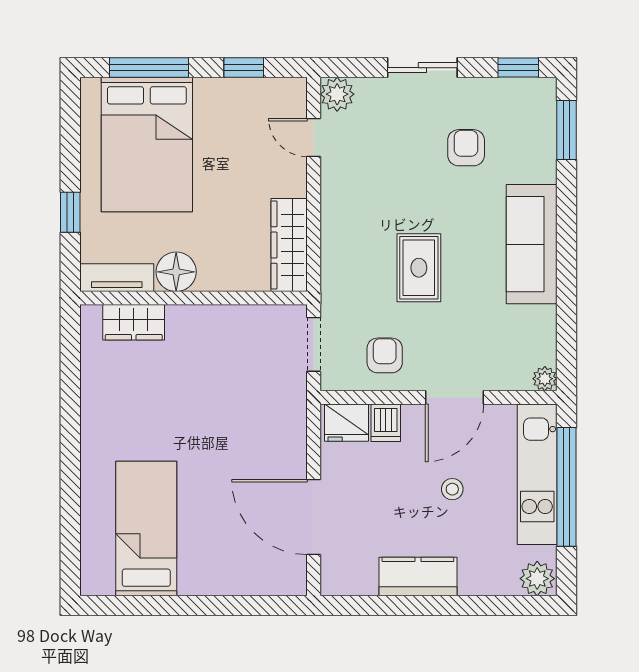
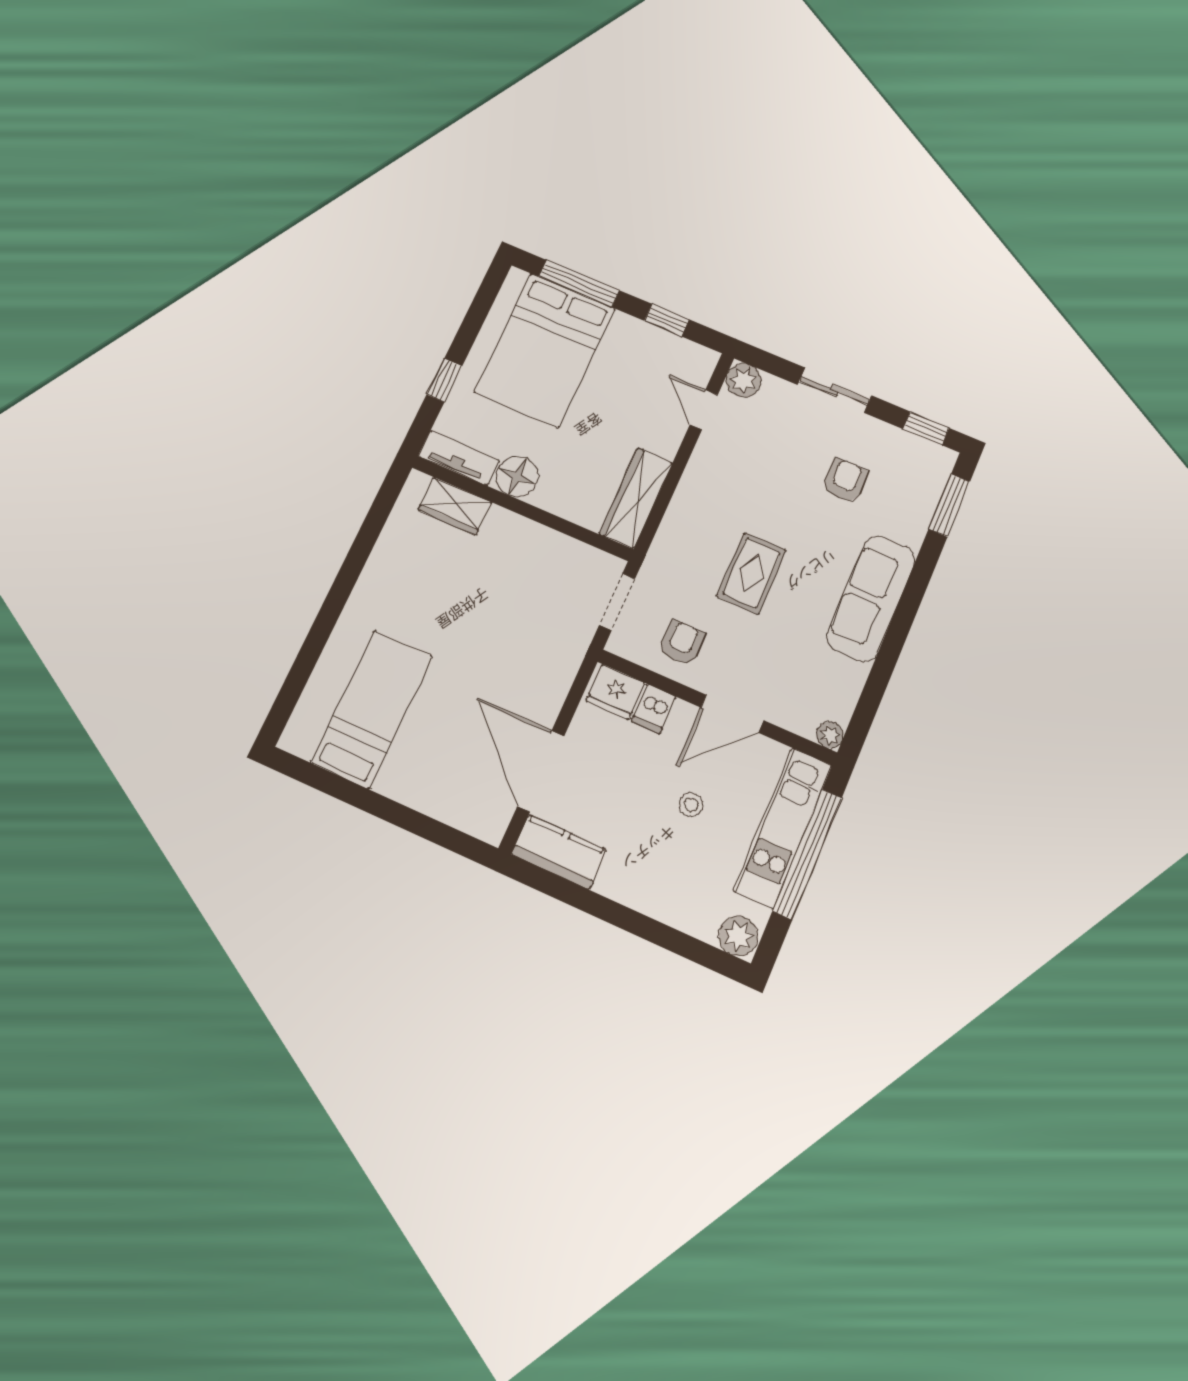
kitchen counter: (418, 576) -> (559, 852), moved

